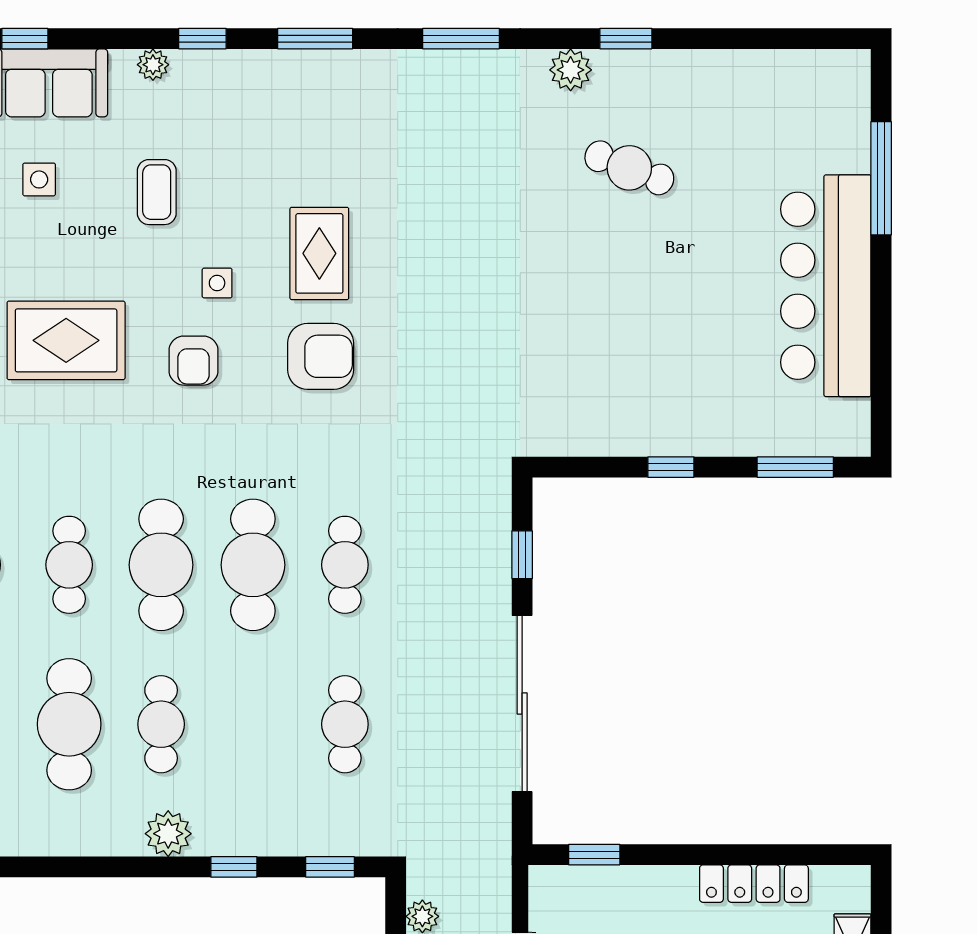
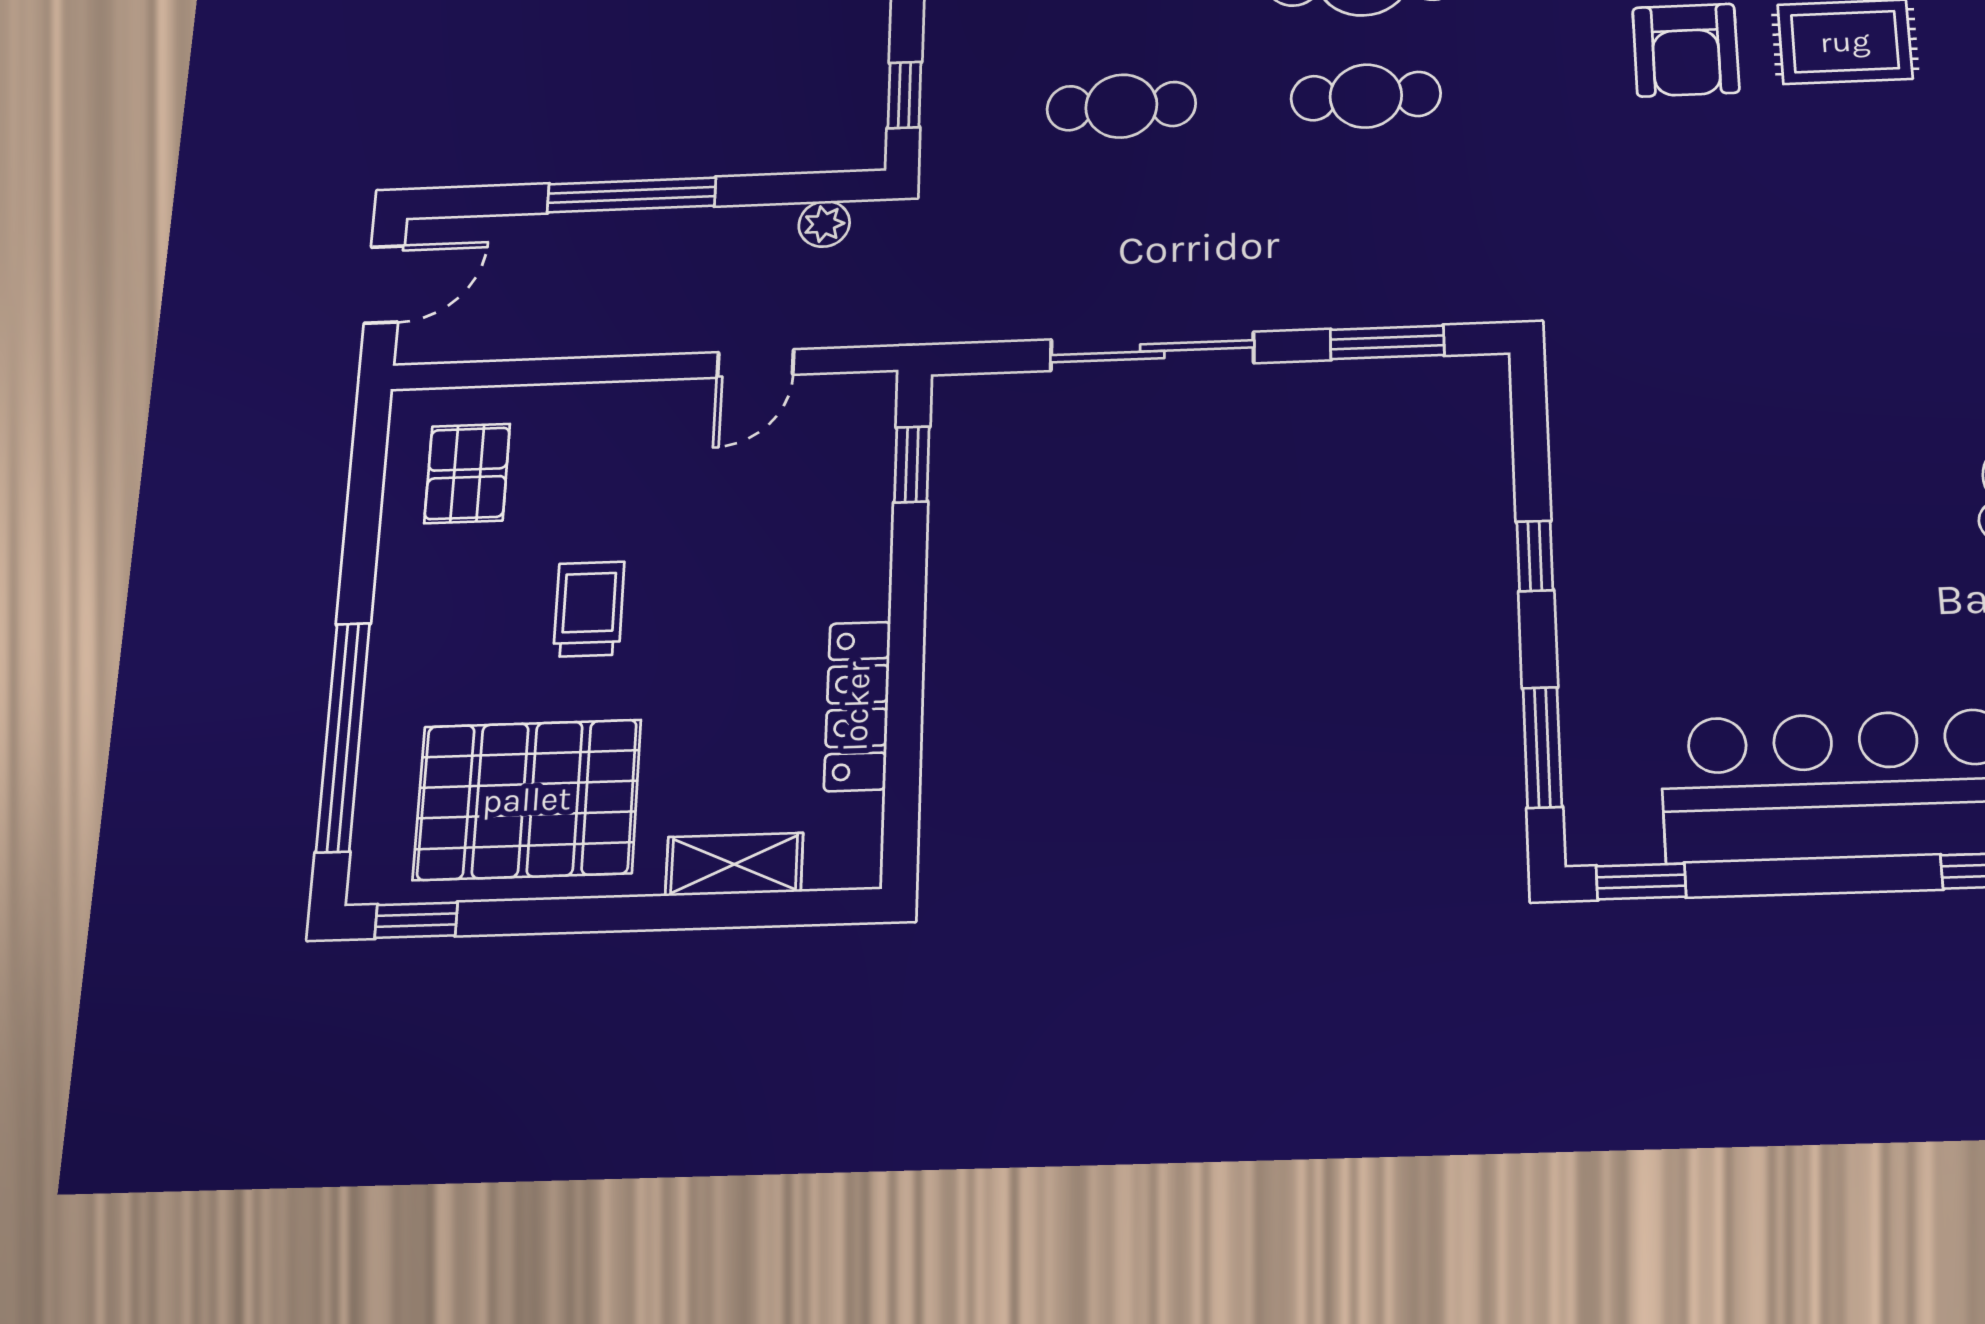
window: (881, 412) -> (1641, 881), added
window: (522, 555) -> (1387, 342), width x1.50
sliding door: (522, 704) -> (1152, 351), width x0.73

